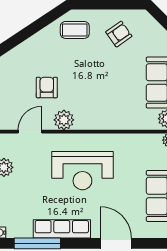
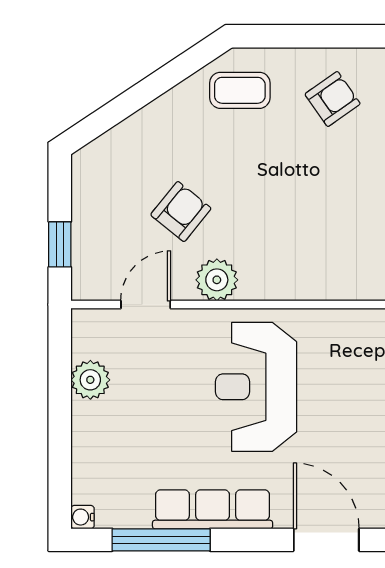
armchair: (47, 87) -> (181, 212), turned 39
reception desk: (82, 171) -> (256, 387), turned 90

